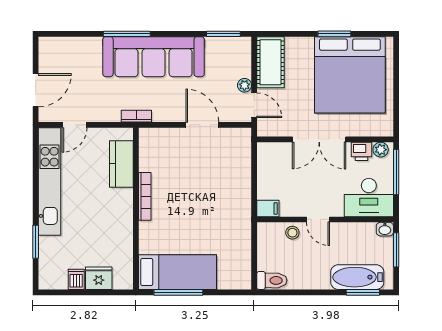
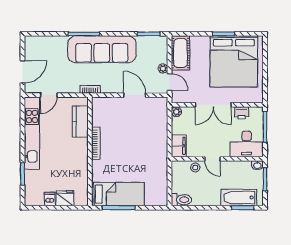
plant: (381, 150) -> (176, 112), moved
filing cabinet: (268, 208) -> (179, 146), width x2.00

